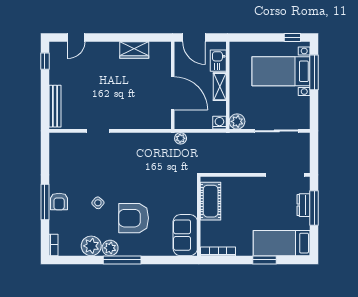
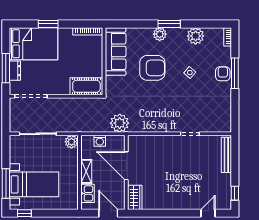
wardrobe: (134, 50) -> (135, 197), moved, turned 90
washing machine: (219, 123) -> (100, 141), moved
plant: (181, 138) -> (120, 123), width x1.87, depth x1.87
cot: (211, 201) -> (86, 86), moved, turned 90
armchair: (134, 218) -> (152, 68), moved
sofa: (185, 235) -> (116, 51), width x1.36
bed: (282, 243) -> (33, 44), width x1.50
plant: (110, 248) -> (160, 34), moved
window: (122, 260) -> (169, 24), width x0.69

